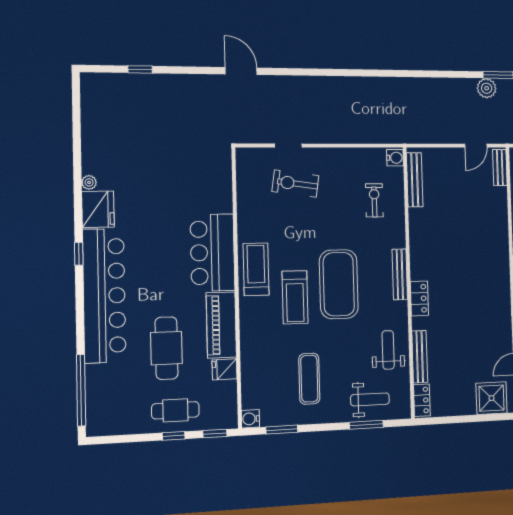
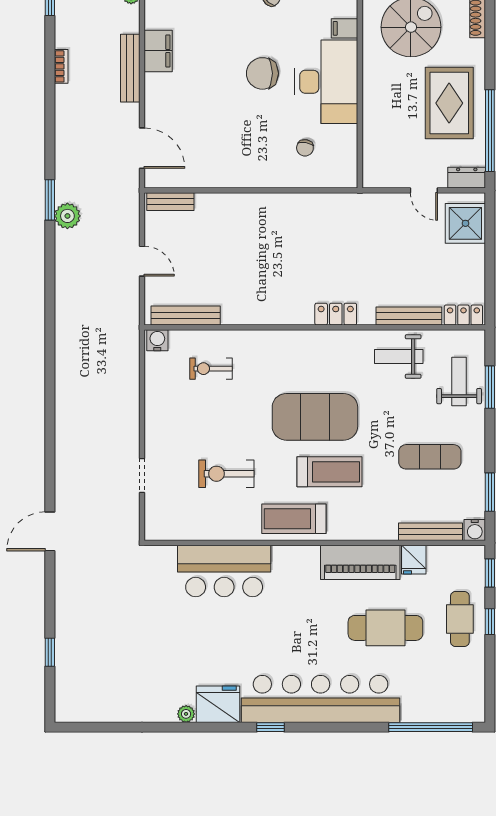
door: (476, 146) -> (142, 261), moved
exercise bike: (295, 184) -> (226, 474), moved, turned 82
bar counter: (212, 253) -> (224, 571), moved
bench: (400, 274) -> (430, 532), moved

